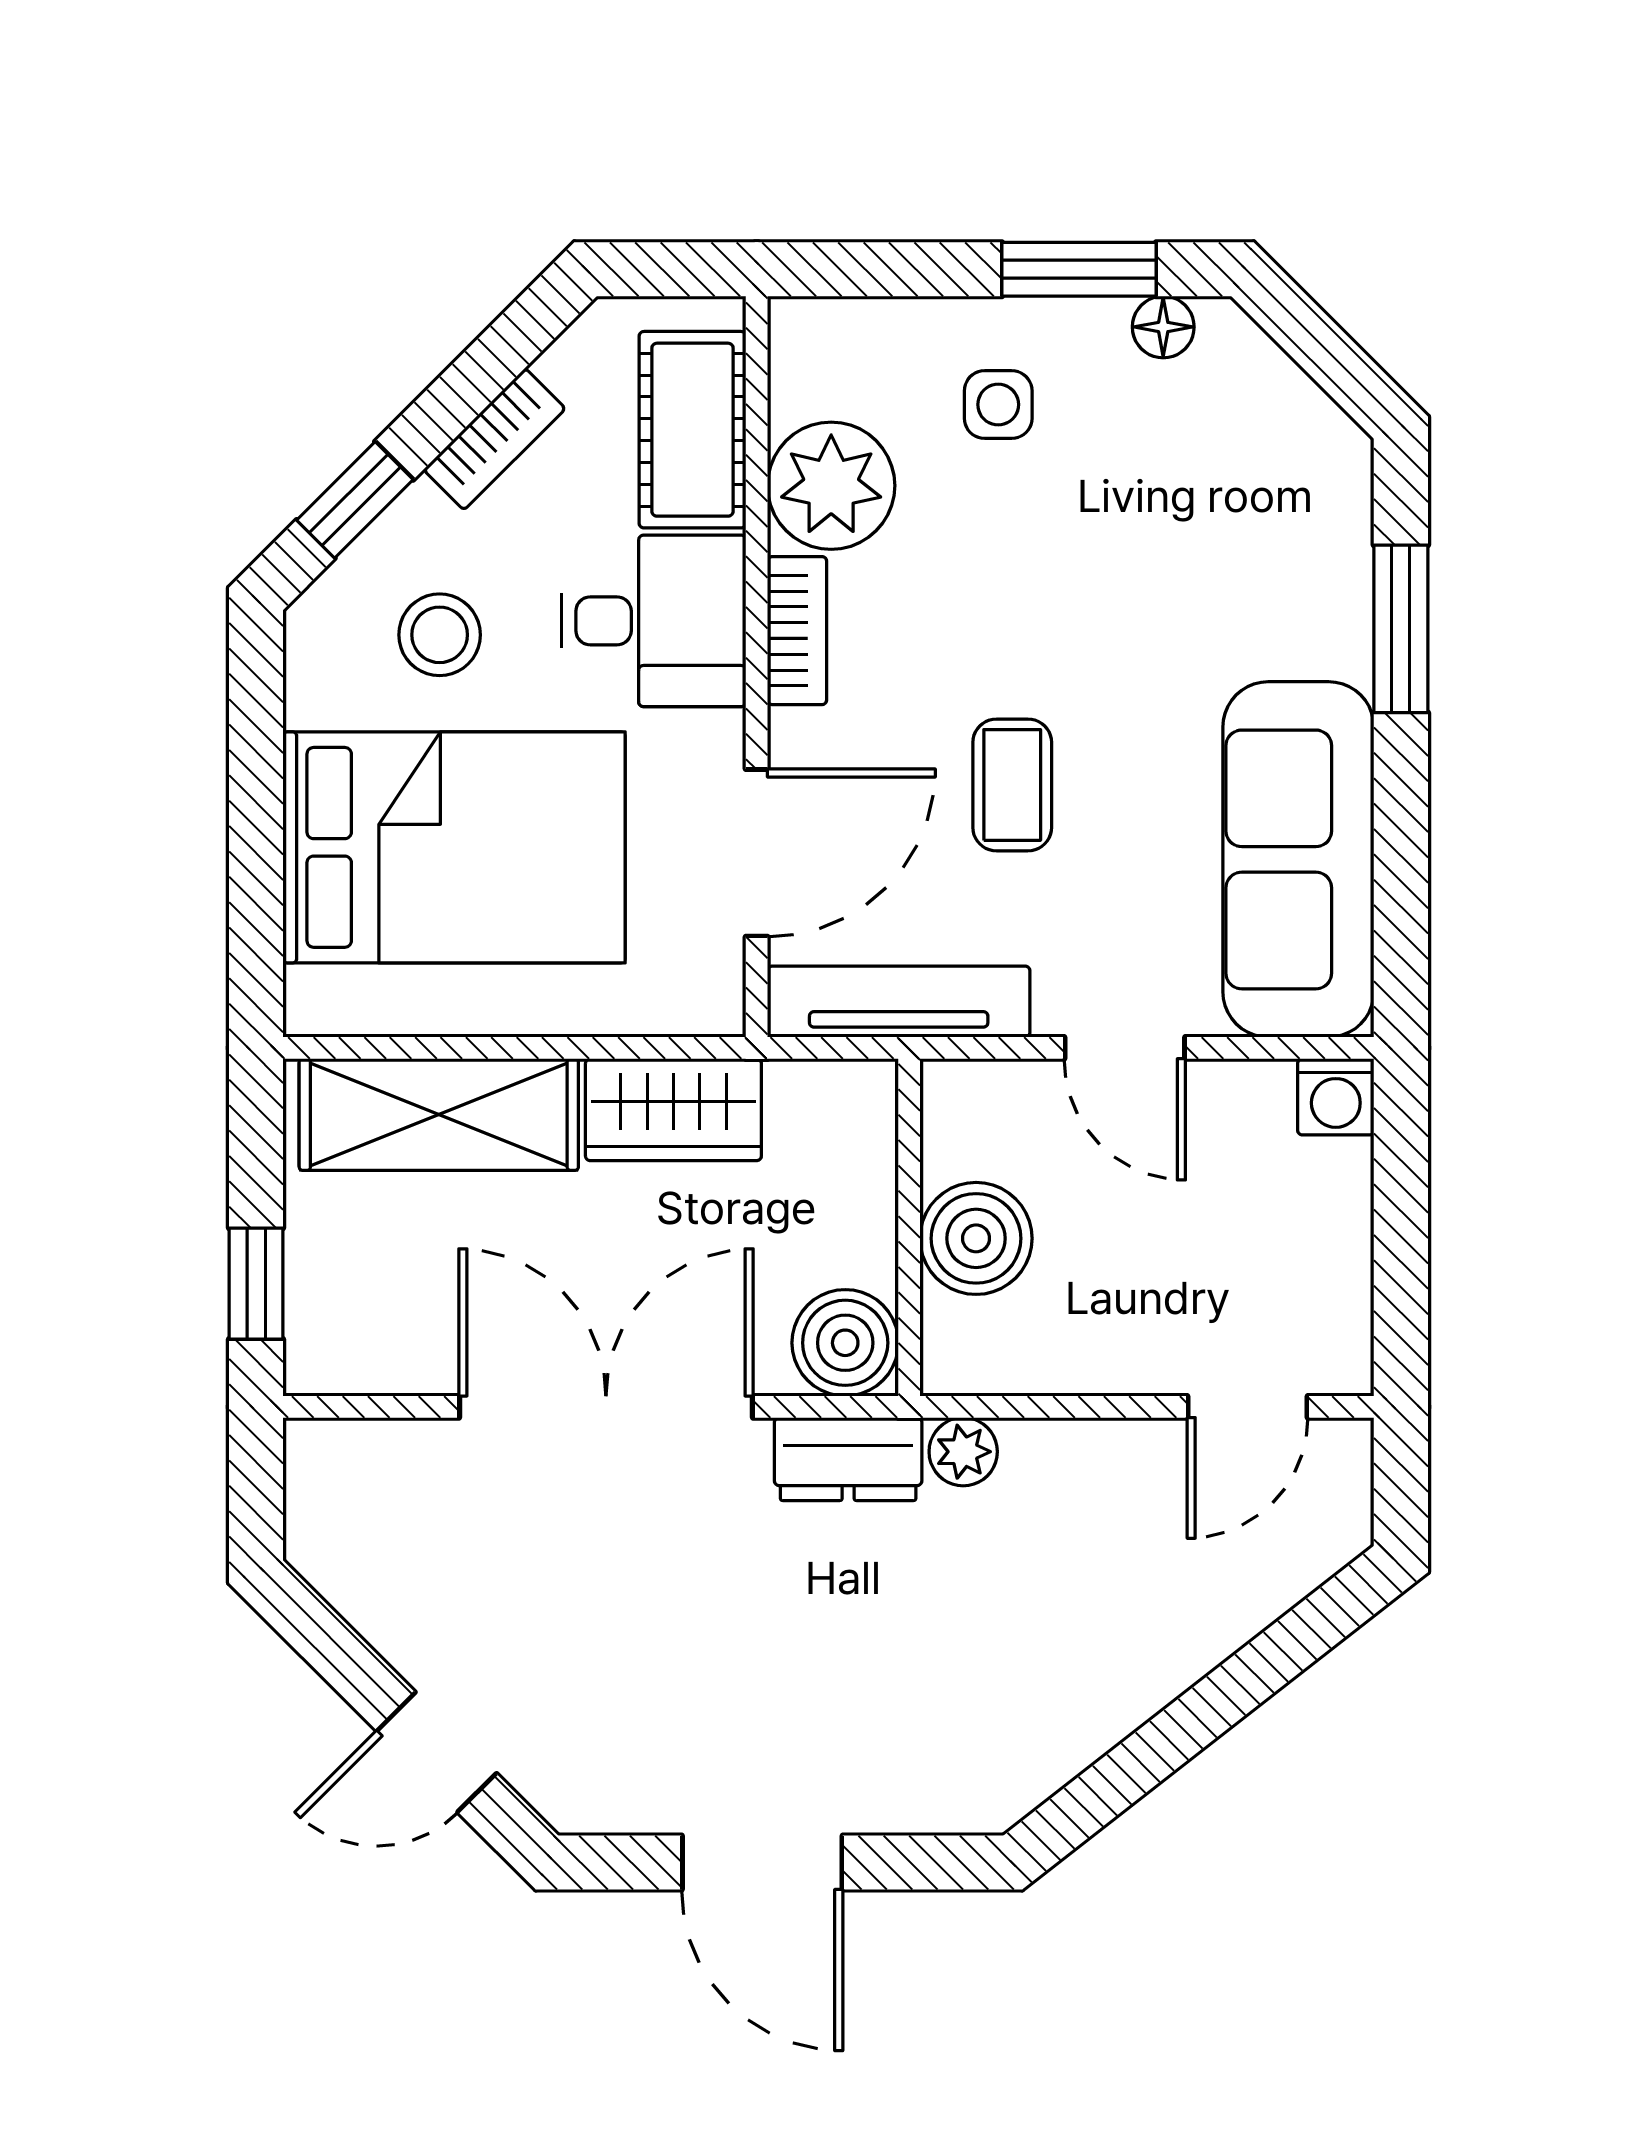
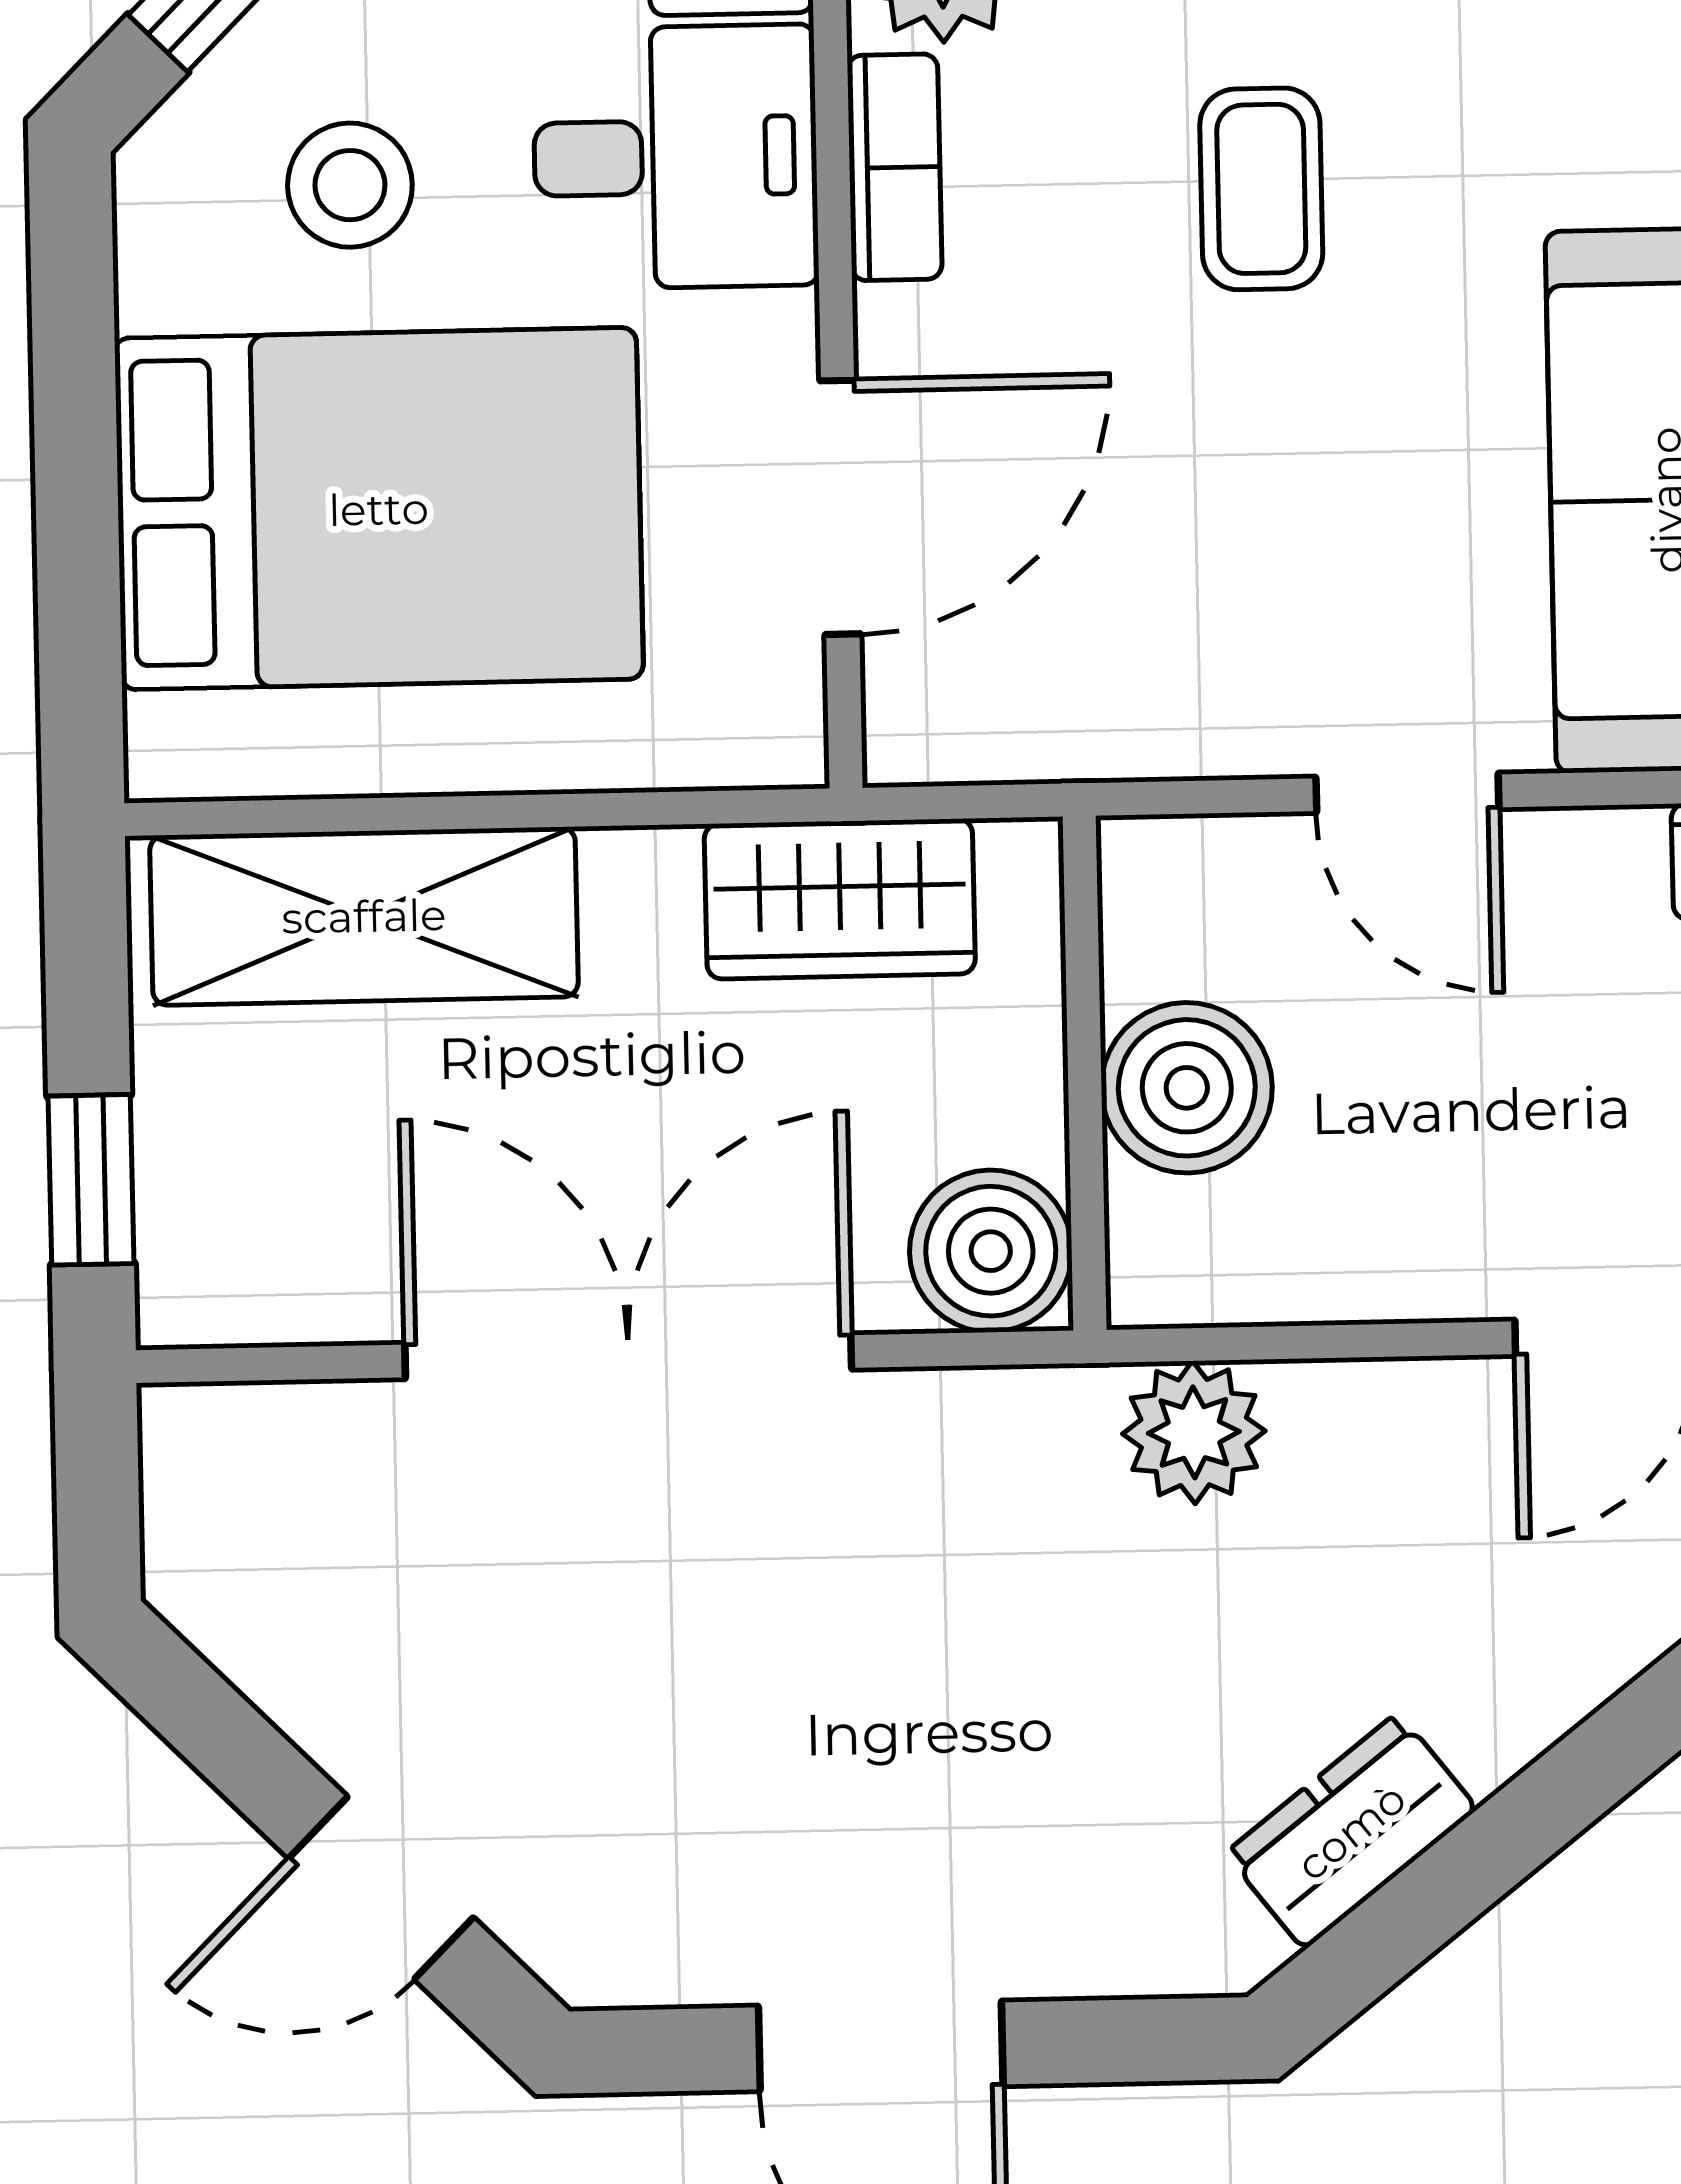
coffee table: (1012, 785) -> (1261, 189), moved
tv unit: (899, 1002) -> (1061, 729), removed
wardrobe: (673, 1110) -> (840, 899), moved
plant: (963, 1452) -> (1194, 1432), width x1.38, depth x1.38
dresser: (848, 1459) -> (1351, 1831), moved, turned 142

